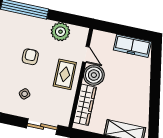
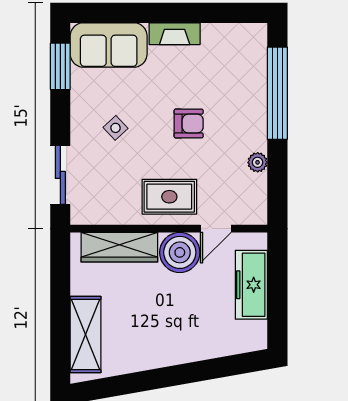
plant: (60, 32) -> (258, 162), width x0.53, depth x0.53
freezer: (132, 46) -> (251, 285), moved

